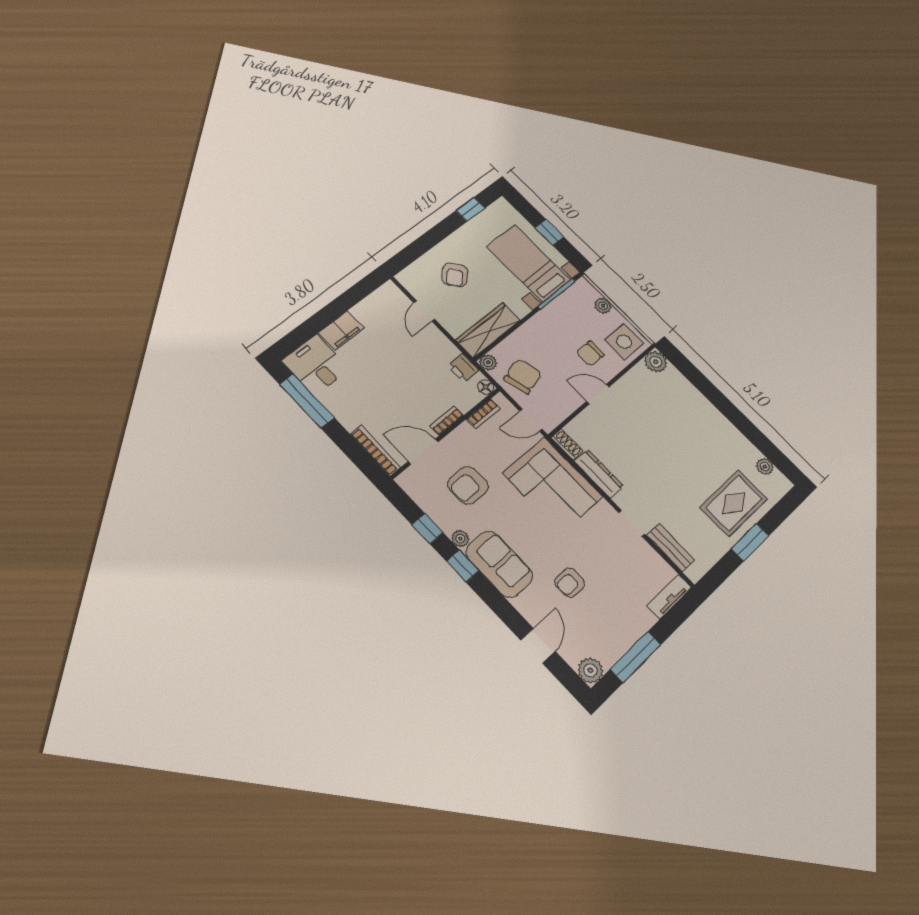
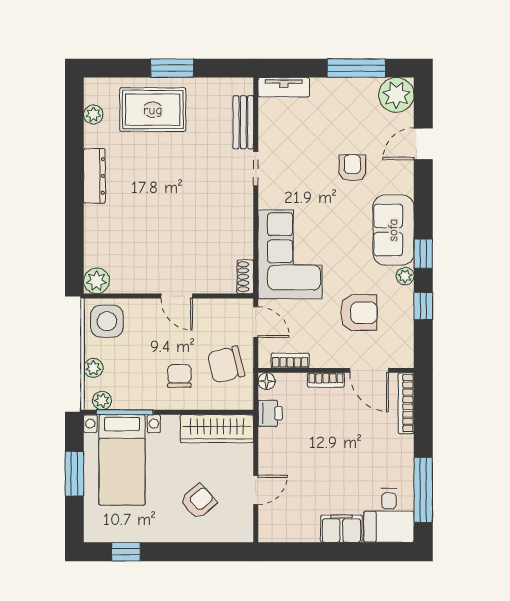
window: (549, 232) -> (74, 474), width x1.50
chair: (590, 354) -> (179, 376), moved, turned -90
plant: (488, 362) -> (102, 401), moved
dresser: (599, 474) -> (94, 176), moved, turned 180
armchair: (570, 583) -> (352, 168), turned -90
plant: (590, 670) -> (396, 95), width x1.36, depth x1.36

